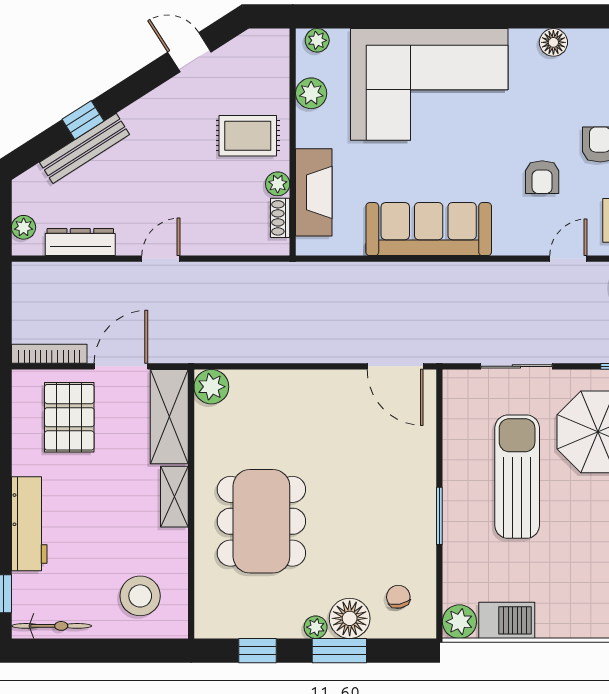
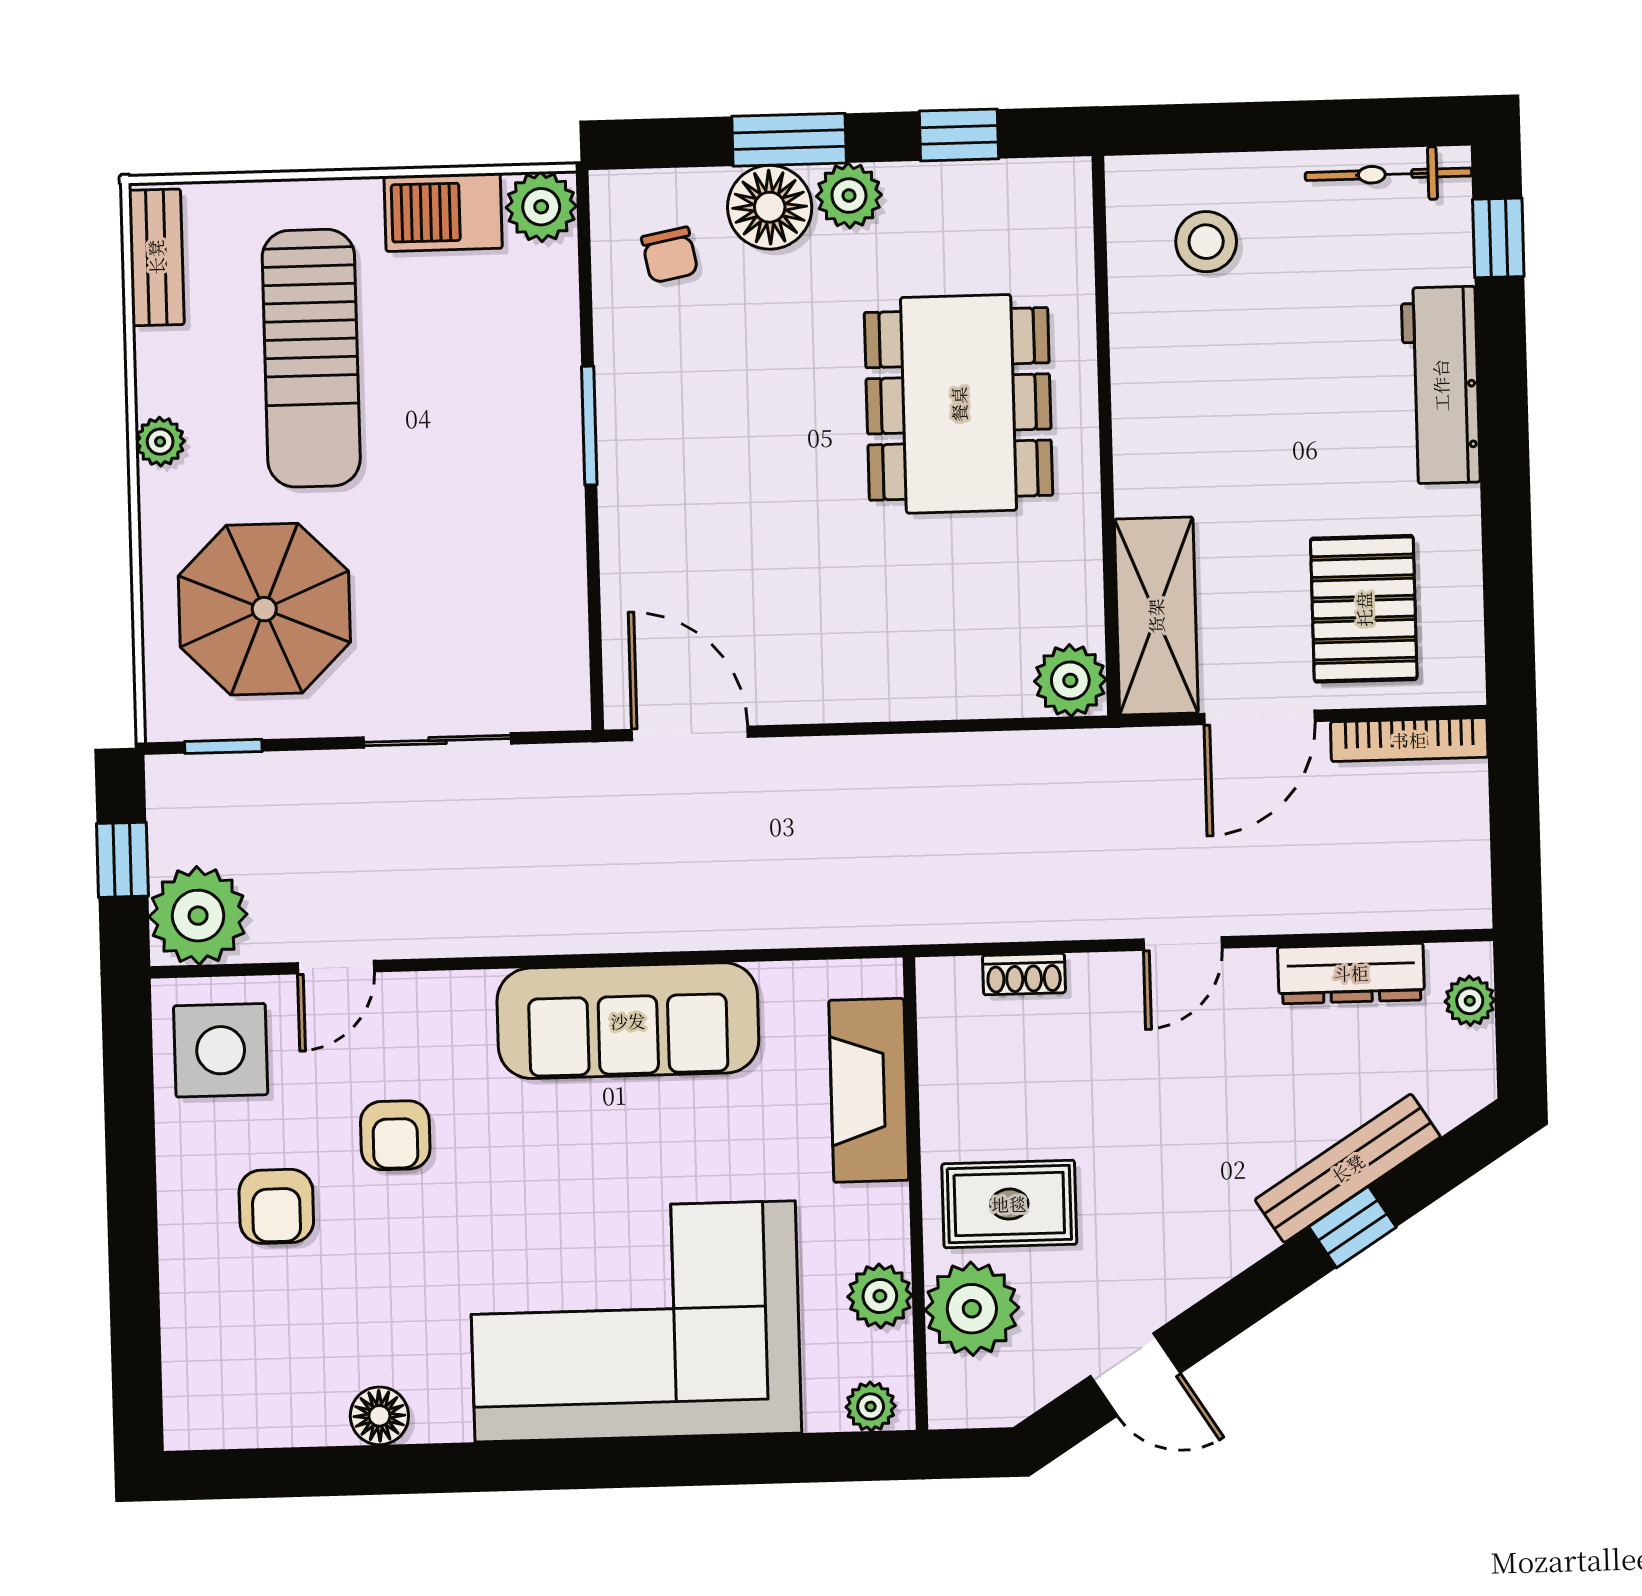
armchair: (542, 177) -> (395, 1135), turned 180
plant: (278, 184) -> (972, 1309), moved, width x1.87, depth x1.87
shoe rack: (280, 218) -> (1024, 974), moved, turned 90
sun lounger: (517, 477) -> (311, 358), moved
shelving: (174, 497) -> (1141, 450), removed
stool: (140, 596) -> (1206, 242), width x0.73, depth x0.73
plant: (316, 627) -> (849, 196), width x1.38, depth x1.38

